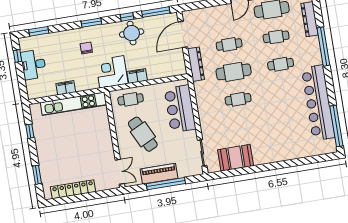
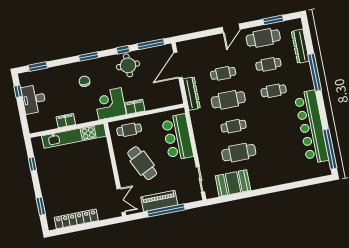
cafe table: (243, 127) -> (239, 153), added

